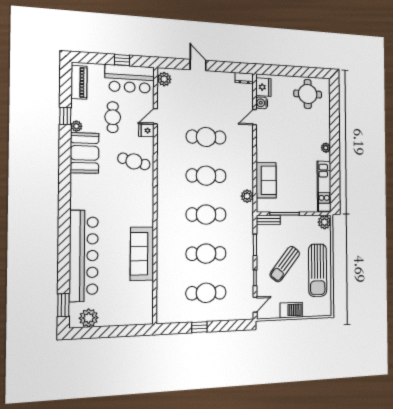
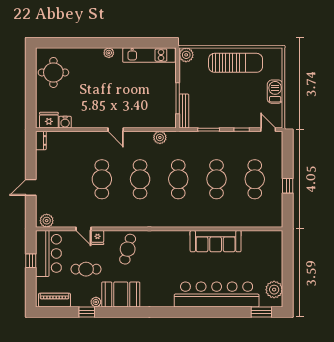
door: (255, 117) -> (116, 130), moved
sofa: (266, 180) -> (144, 118), removed
bench: (268, 220) -> (184, 111), width x1.36
sun lounger: (285, 264) -> (228, 98), removed

